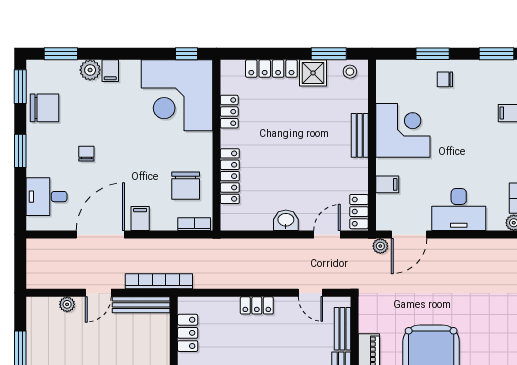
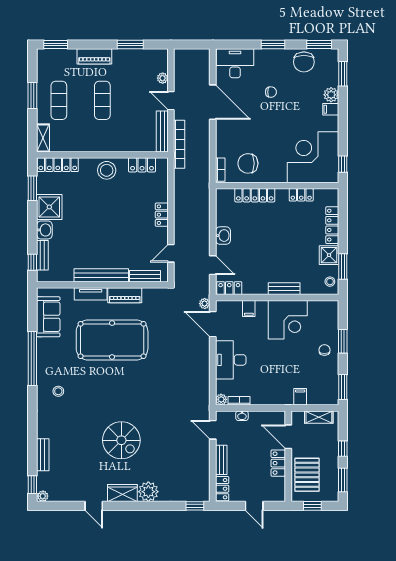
desk: (46, 197) -> (235, 63), width x1.37
filing cabinet: (140, 219) -> (224, 131), removed

